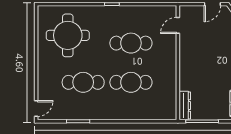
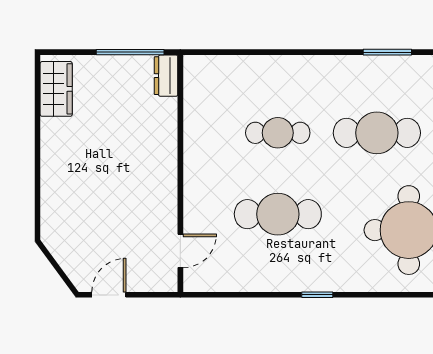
cafe table: (131, 82) -> (278, 133), width x0.73, depth x0.74
dresser: (185, 106) -> (166, 76), width x0.70

